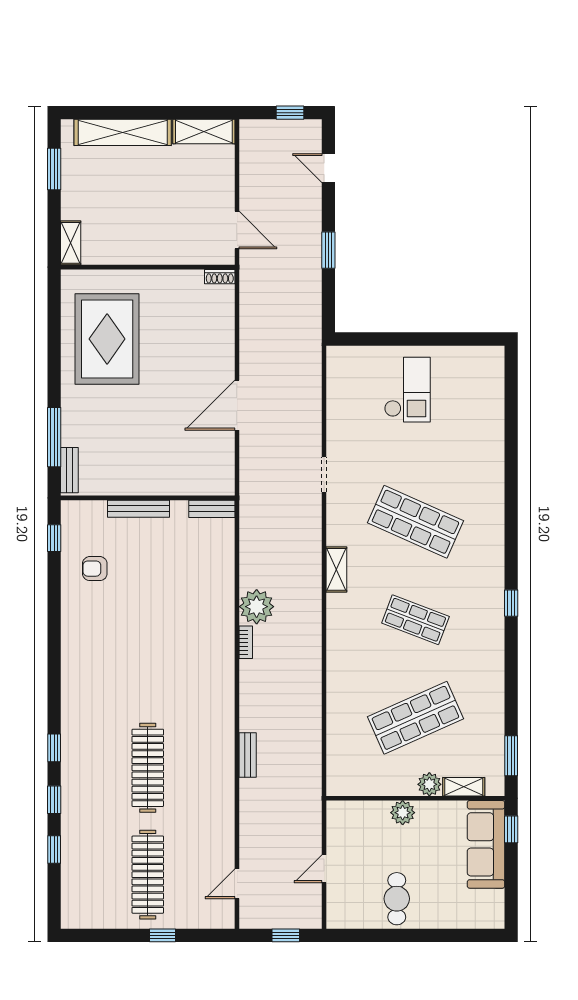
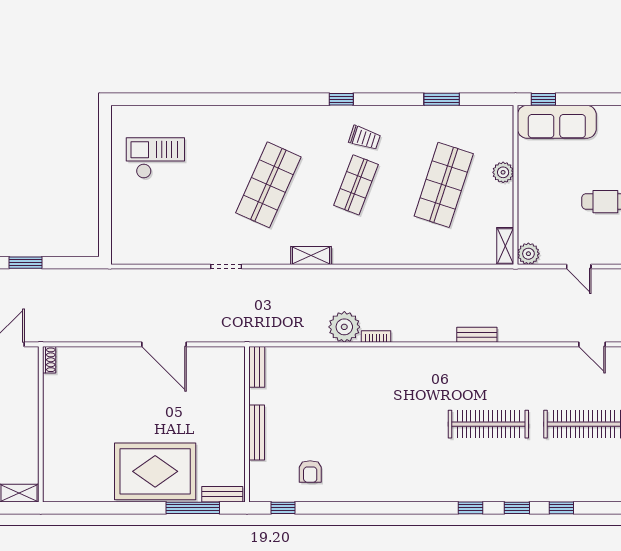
rug: (107, 339) -> (155, 471), moved
checkout: (407, 390) -> (155, 158), moved
trolley: (468, 629) -> (365, 138), added
shop shelf: (415, 718) -> (444, 185), turned 42
window: (511, 756) -> (442, 99), moved
shelving: (464, 787) -> (505, 246), moved
plant: (403, 813) -> (528, 254), moved

